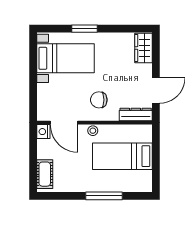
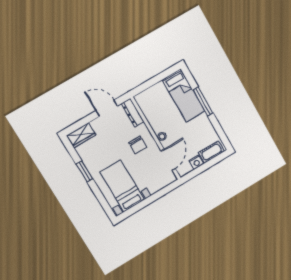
window: (85, 29) -> (84, 171), moved
nightstand: (43, 132) -> (196, 162), moved
bed: (122, 156) -> (184, 95), moved

